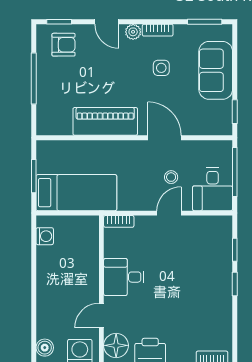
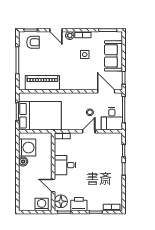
piano: (105, 121) -> (42, 83), moved
door: (165, 138) -> (106, 91), moved
bed: (76, 193) -> (40, 116), width x1.50
washing machine: (45, 236) -> (27, 148), width x1.89, depth x1.89
door: (101, 316) -> (53, 185), hinge flipped
boiler: (45, 348) -> (23, 162), moved

